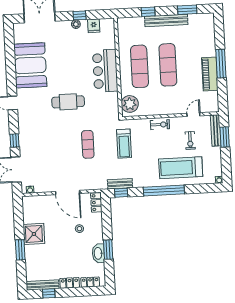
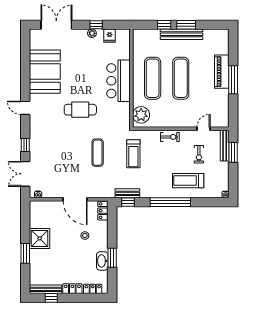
window: (187, 10) -> (186, 25), moved
piano: (210, 74) -> (222, 72), moved
treadmill: (181, 168) -> (188, 181), width x0.73, depth x0.73

